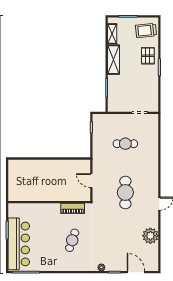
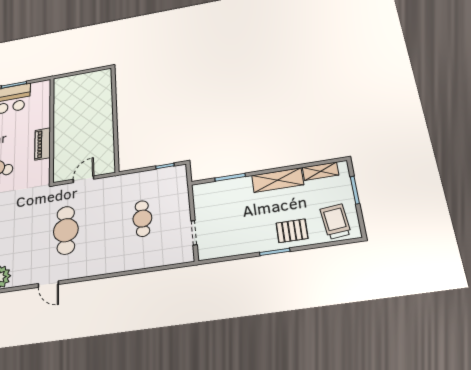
cafe table: (125, 193) -> (66, 230), turned 90
piano: (73, 208) -> (43, 144), moved

